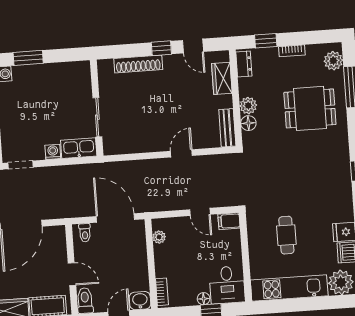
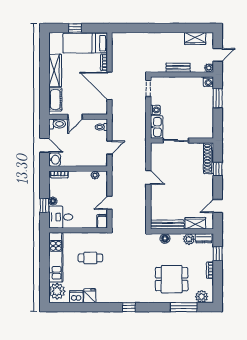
window: (161, 48) -> (218, 169), moved
shoe rack: (138, 64) -> (208, 158), moved
plant: (248, 106) -> (189, 239), moved
dining table: (310, 108) -> (172, 279), turned 90
bench: (227, 128) -> (167, 225), width x1.36
door: (181, 153) -> (148, 177), moved
door: (115, 218) -> (109, 148), width x0.53

